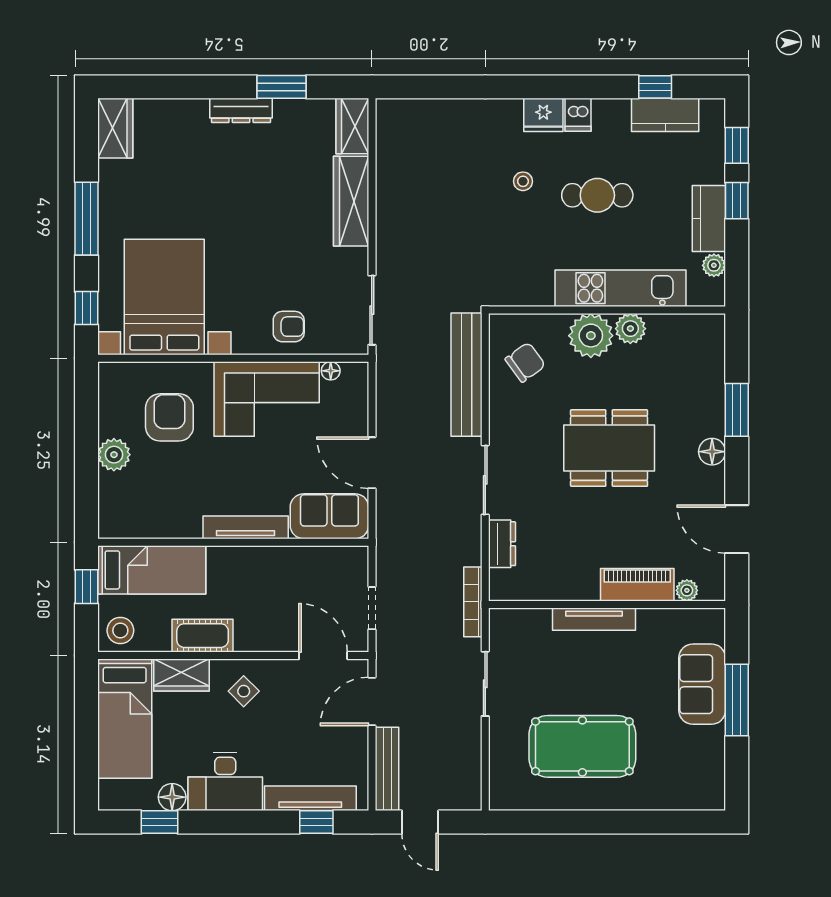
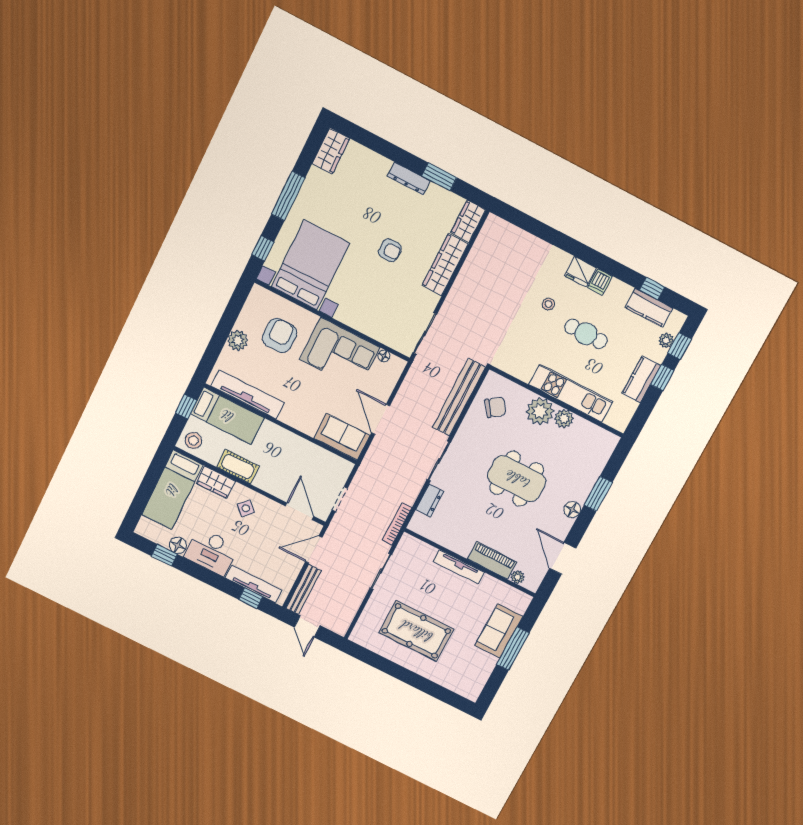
plant: (714, 265) -> (666, 340), moved
armchair: (289, 327) -> (390, 250), moved
tv unit: (246, 527) -> (248, 394), moved, width x1.36, depth x1.29

